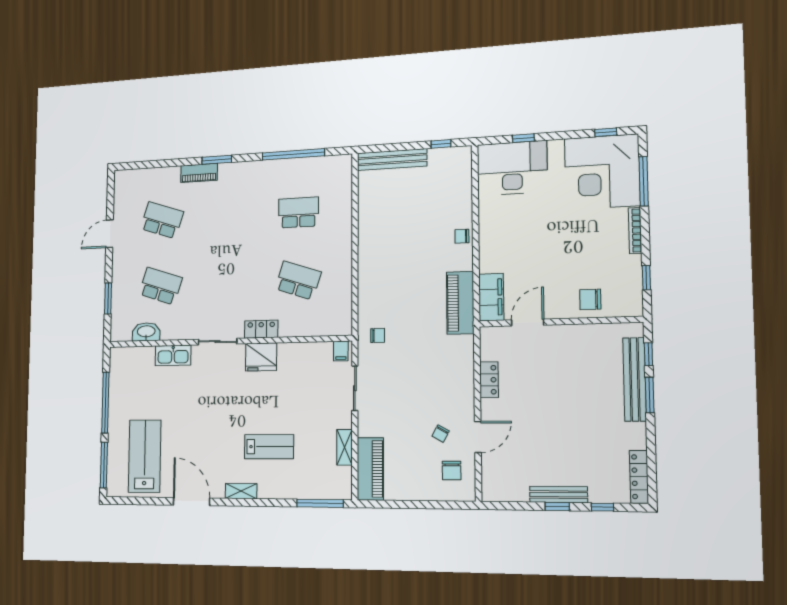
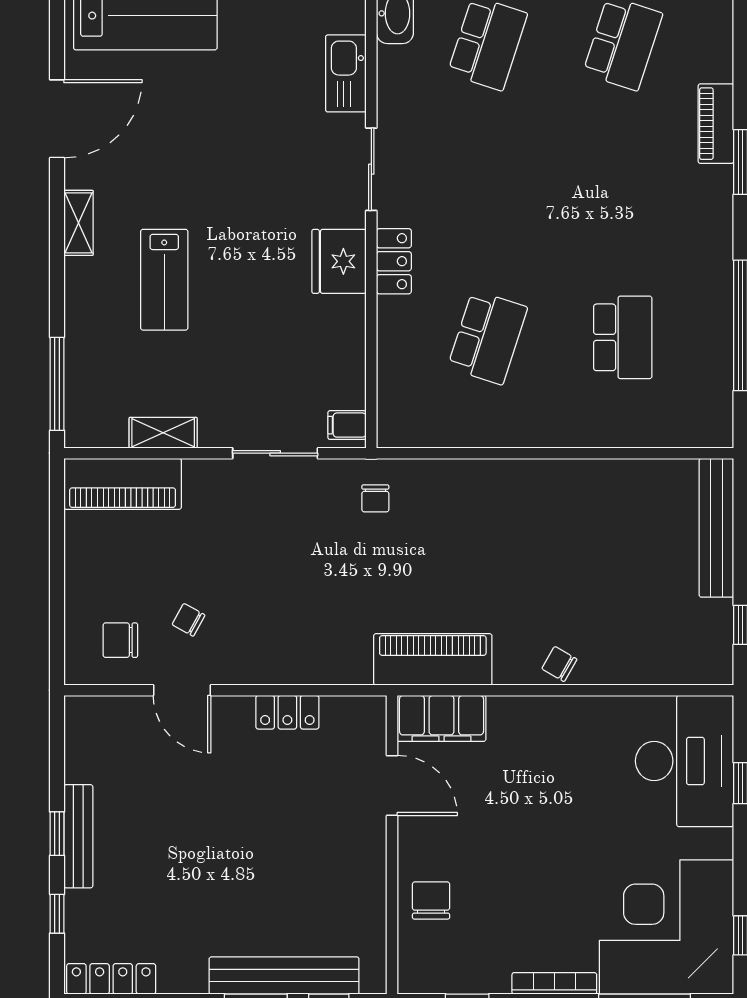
chair: (462, 236) -> (559, 664), turned -60

